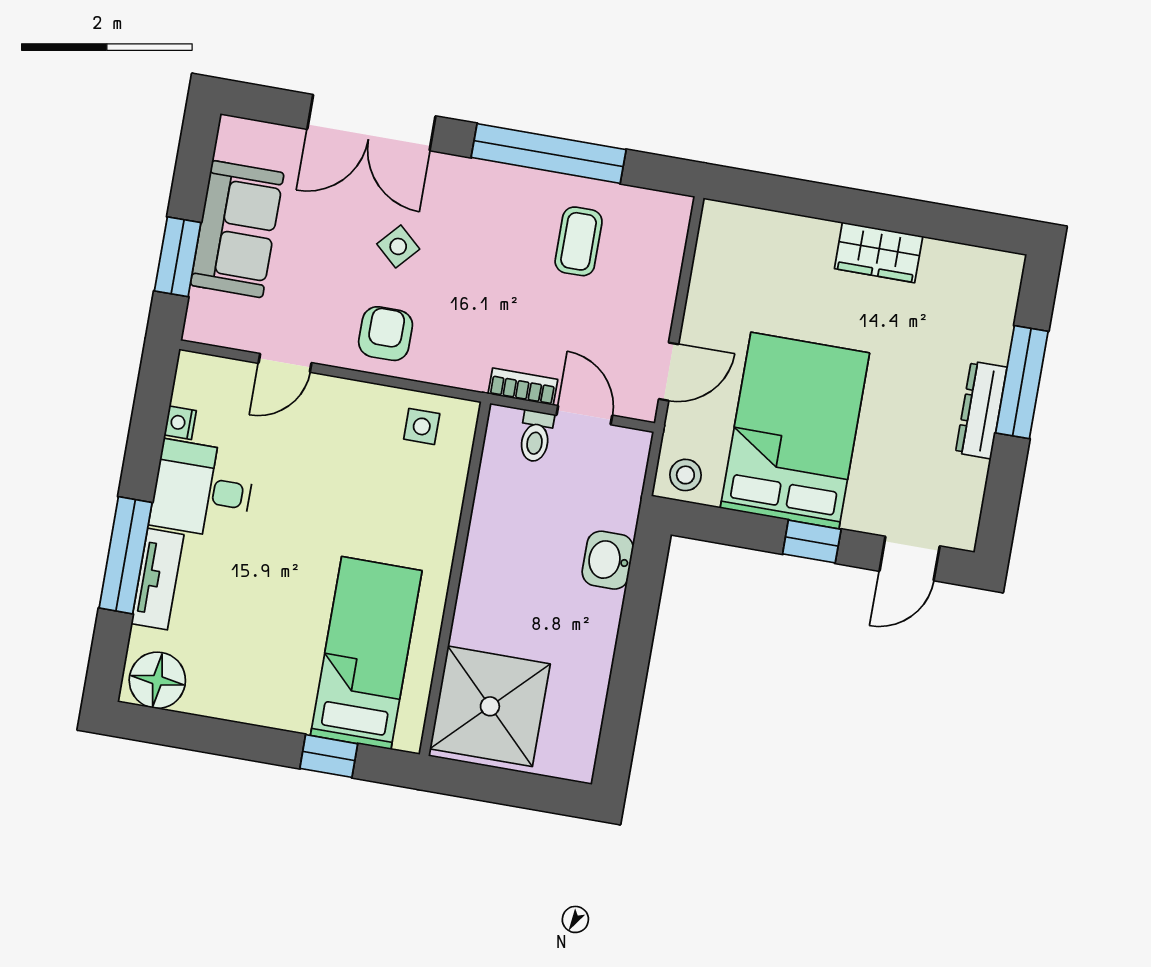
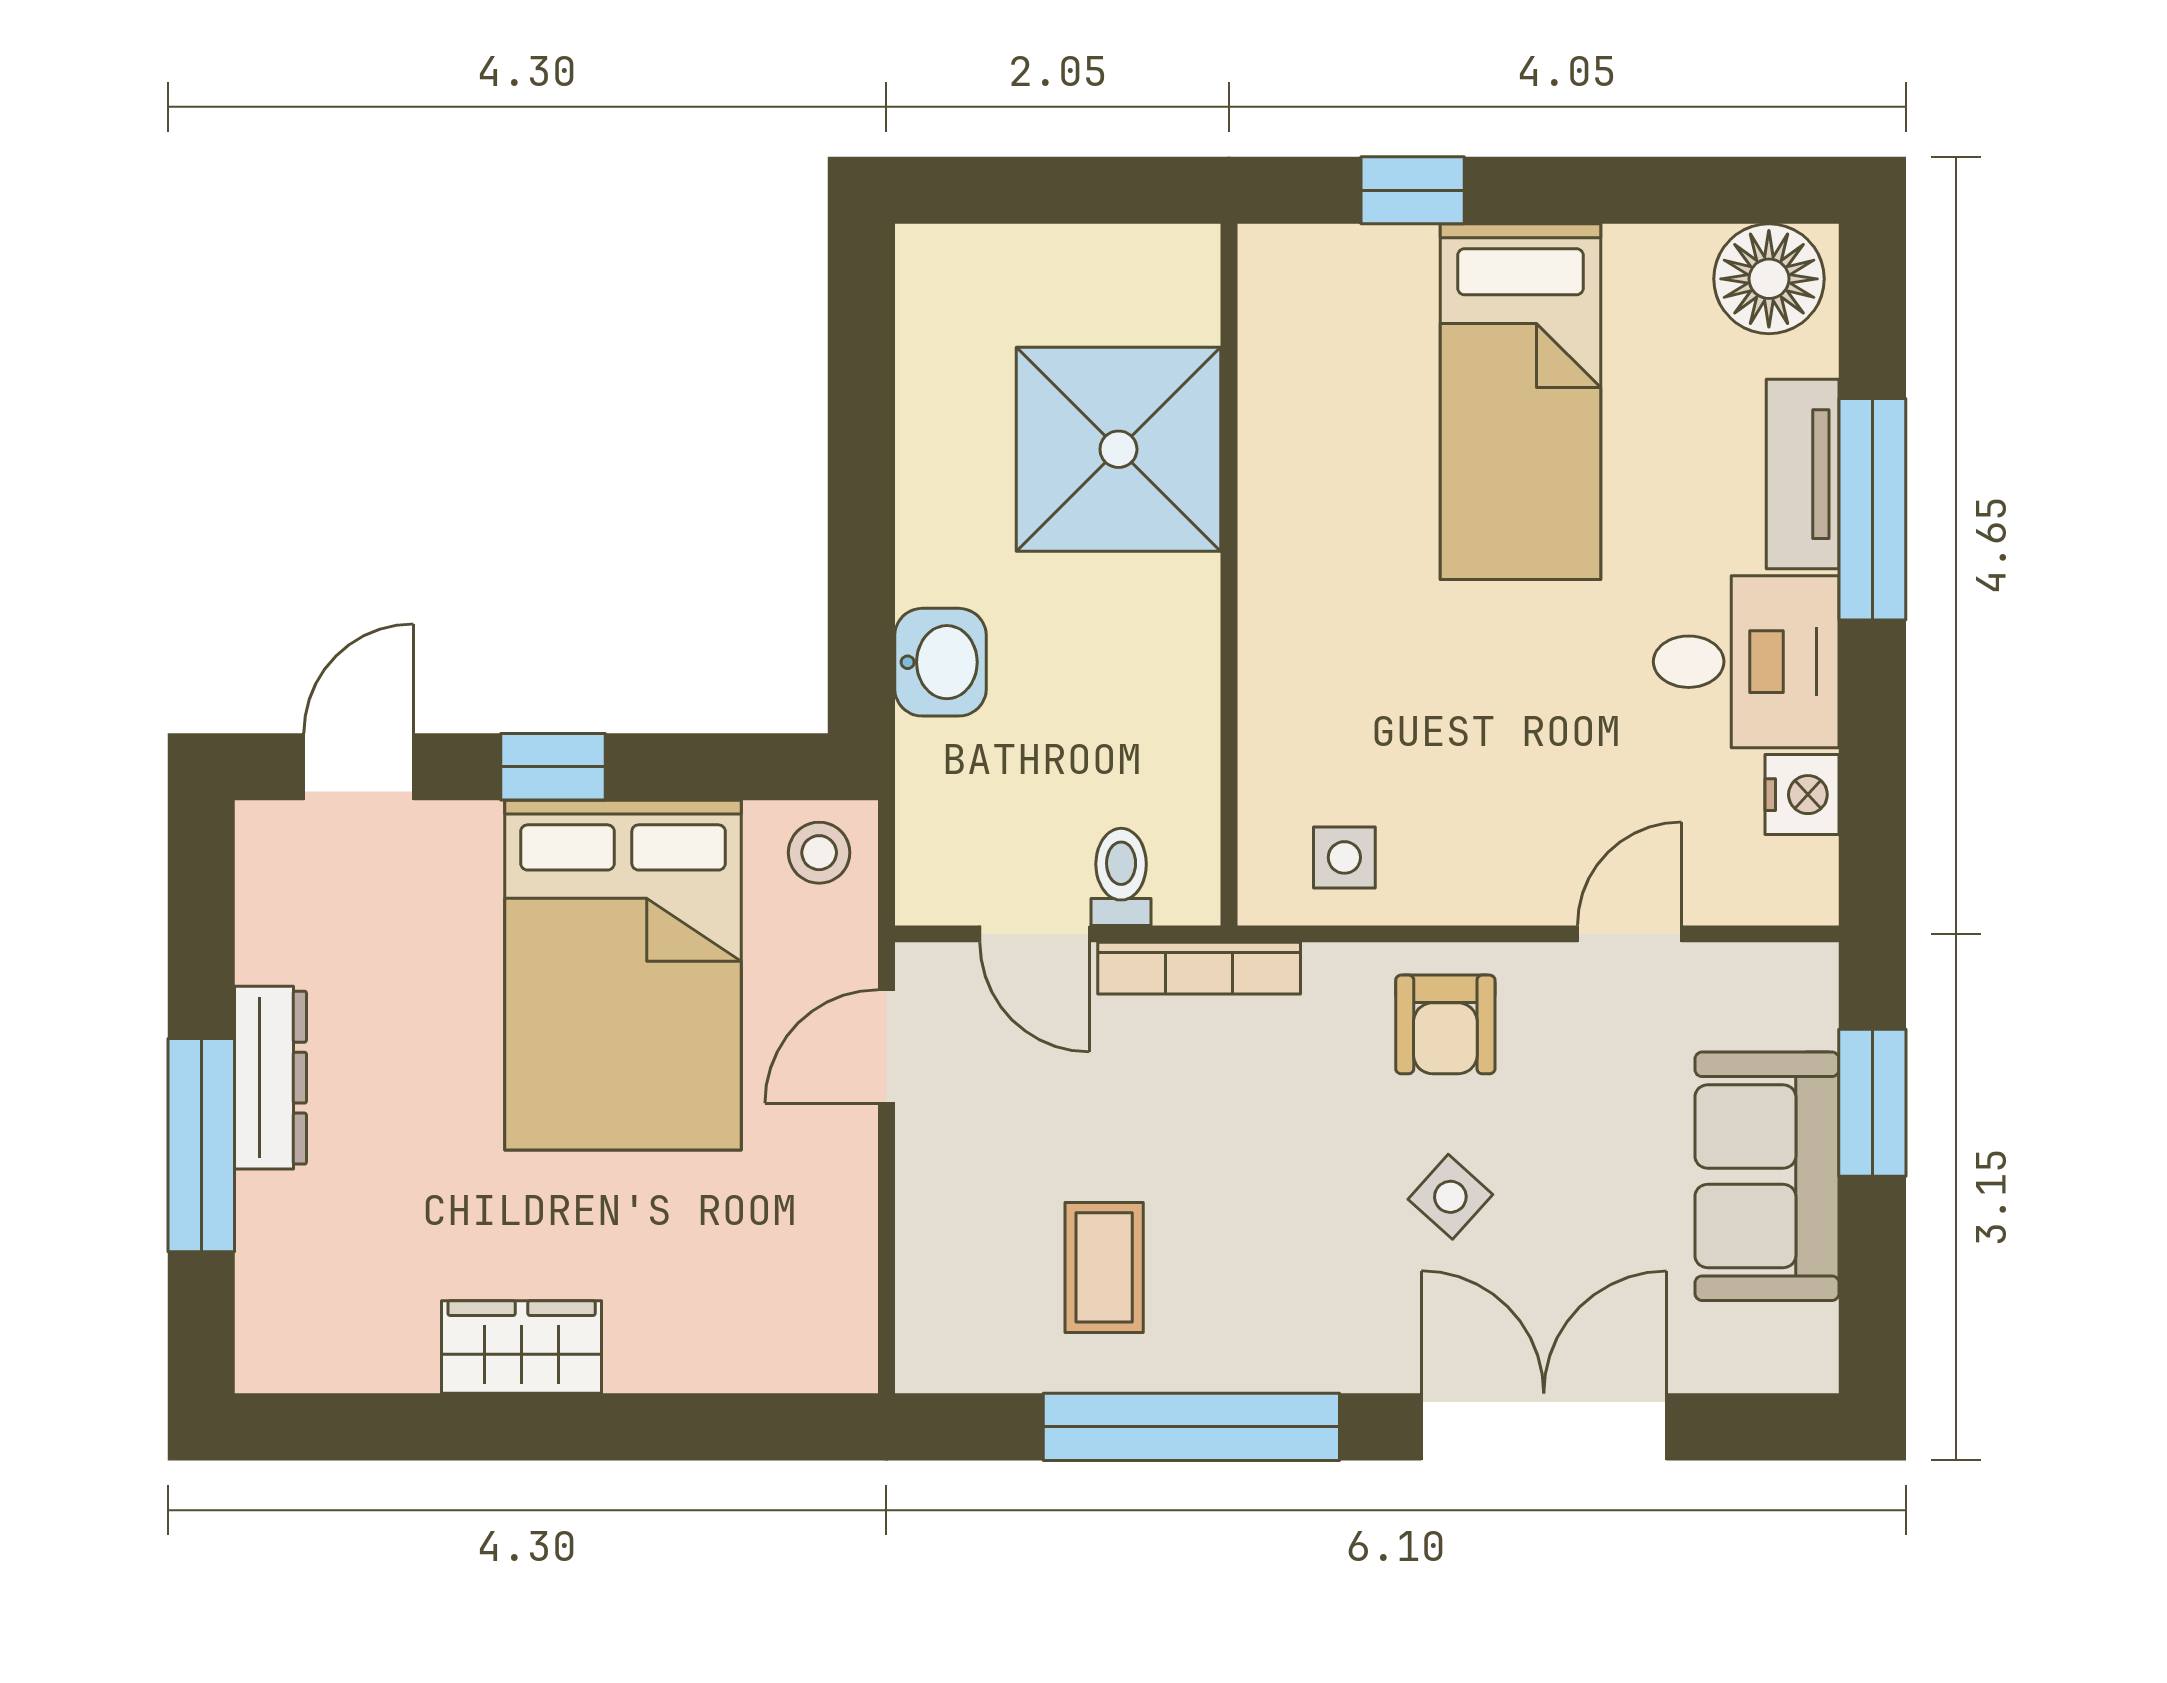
bookcase: (523, 387) -> (1199, 968), width x1.56
nightstand: (180, 423) -> (1802, 795), width x1.39, depth x1.35
bed: (366, 653) -> (1520, 402), moved
shower: (490, 706) -> (1118, 449), moved

